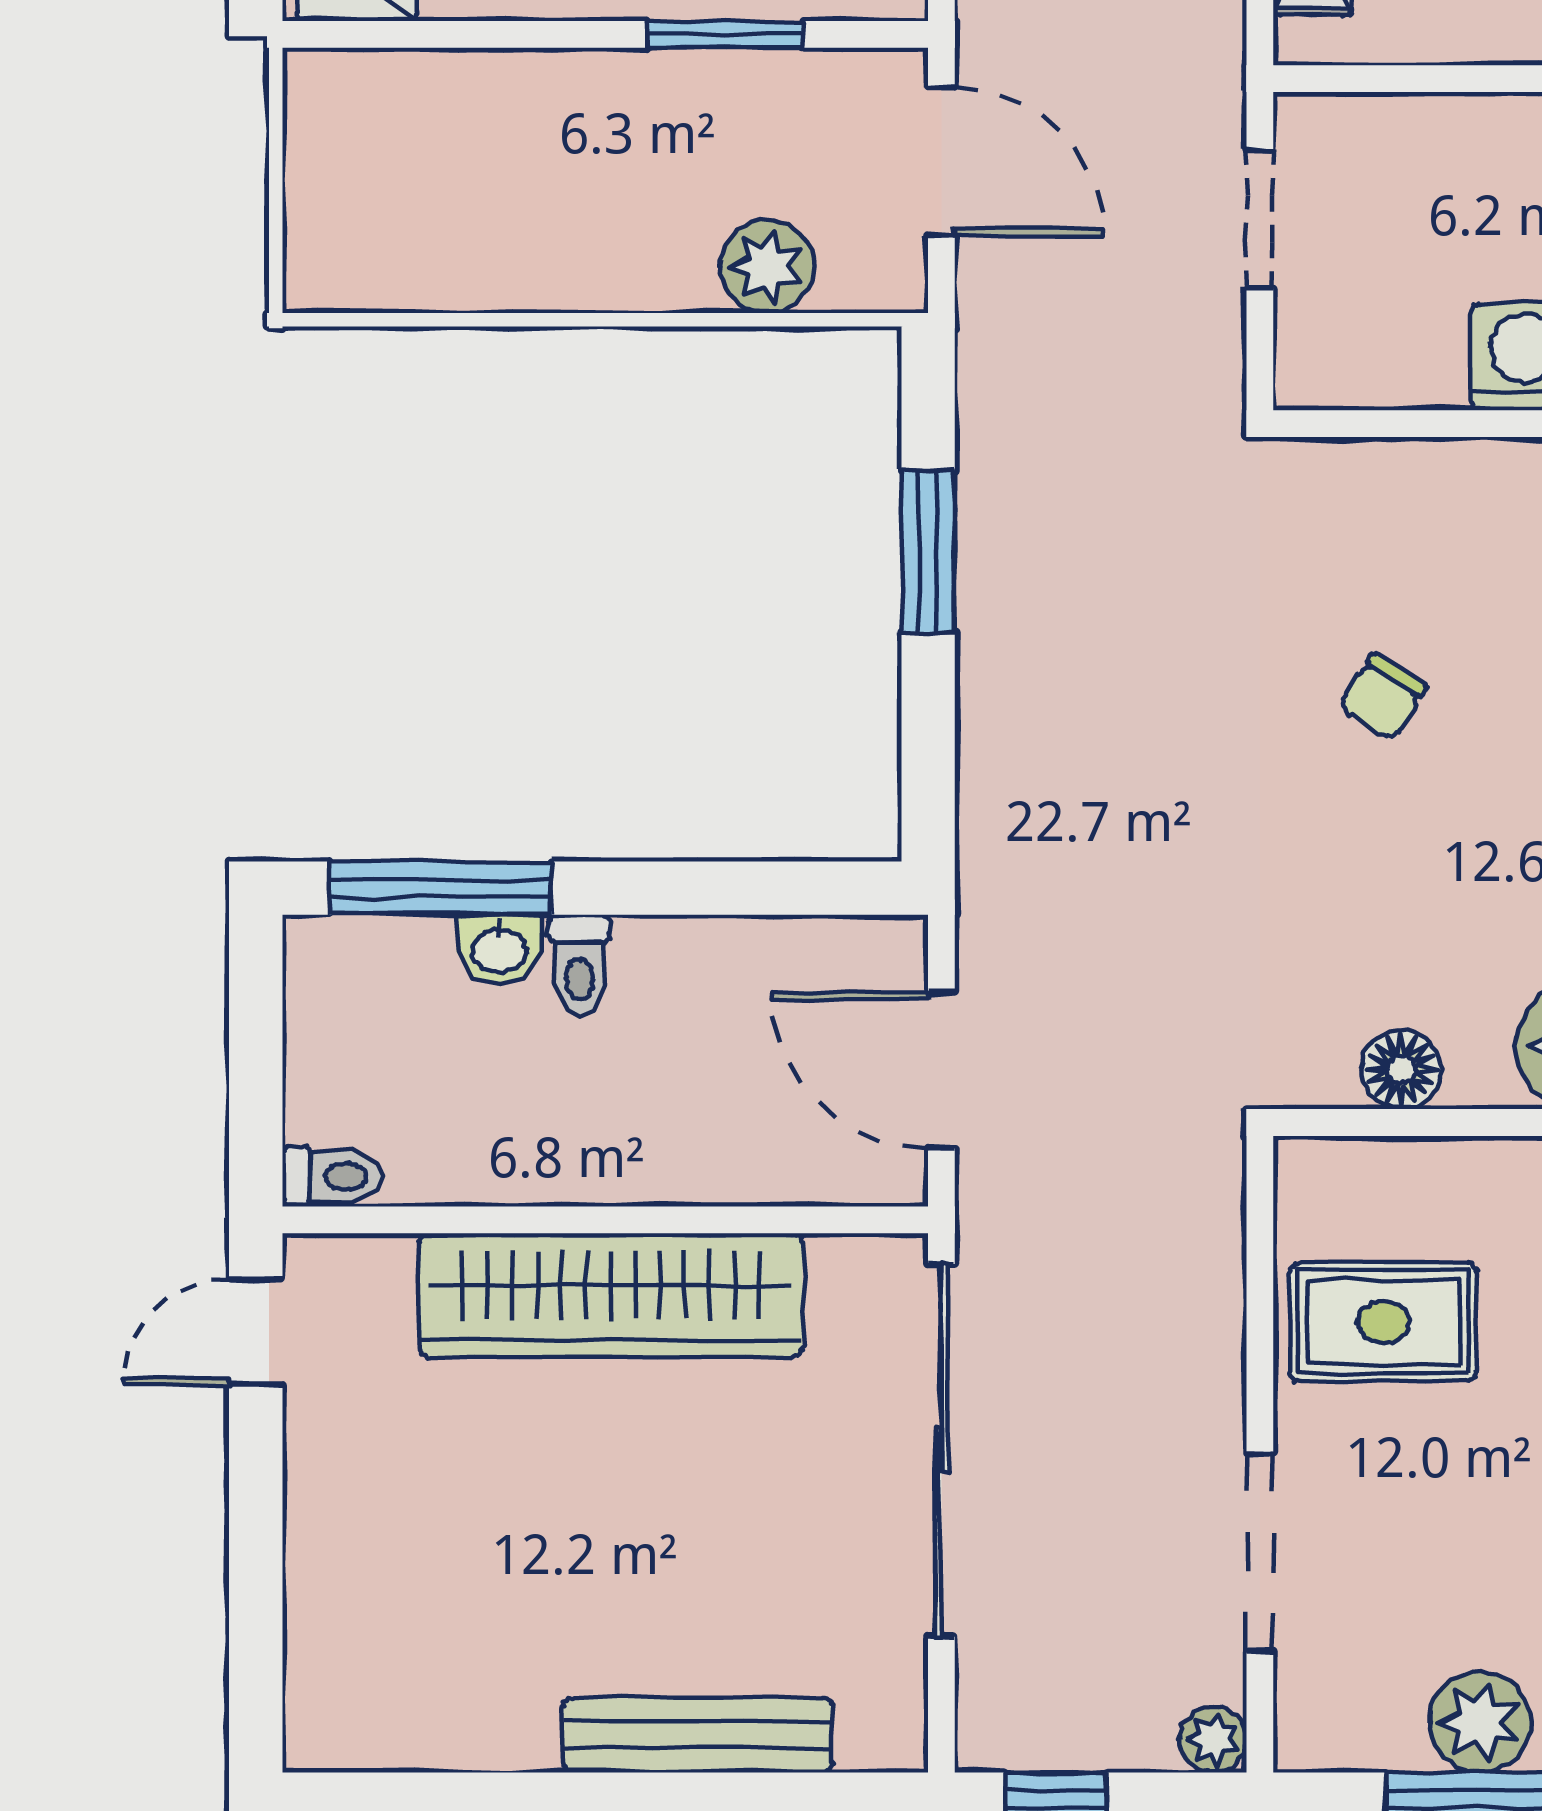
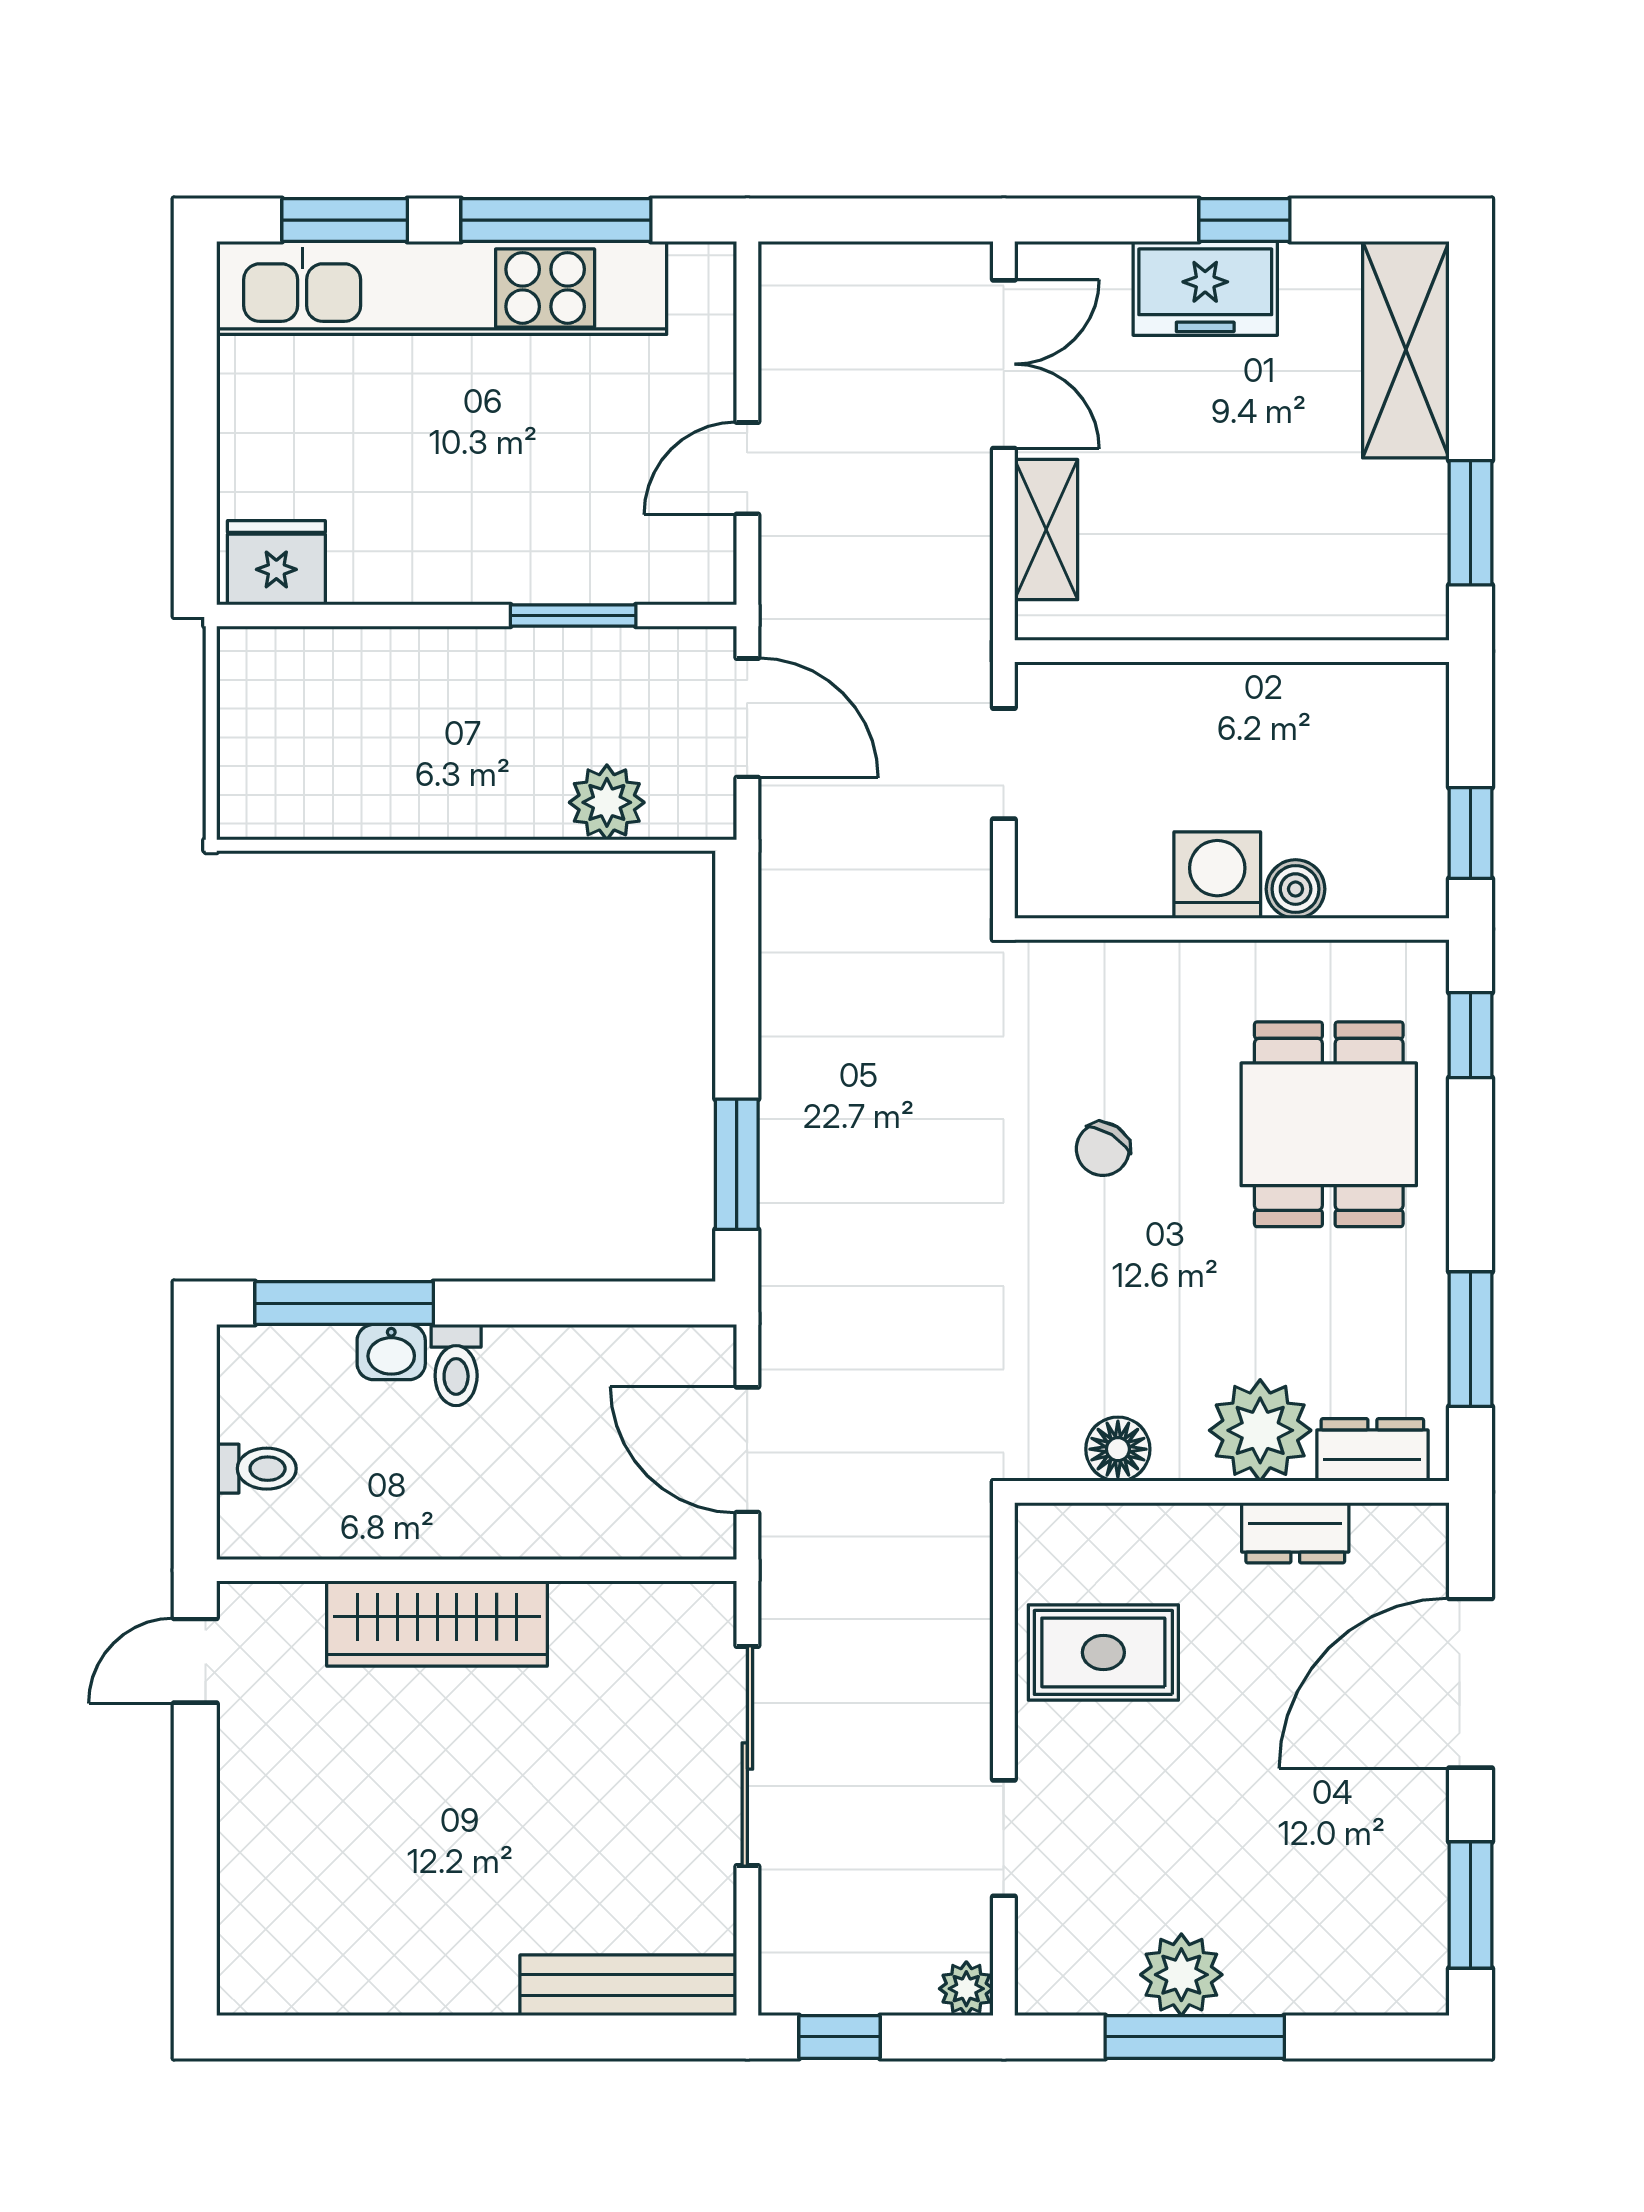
window: (928, 551) -> (737, 1164), moved
toilet: (332, 1176) -> (256, 1469), moved
wardrobe: (611, 1295) -> (437, 1624), width x0.71, depth x0.85
sliding door: (941, 1450) -> (747, 1756), width x0.73
doorway: (1260, 1552) -> (1004, 1838), width x0.73
bench: (697, 1735) -> (628, 1985), moved

